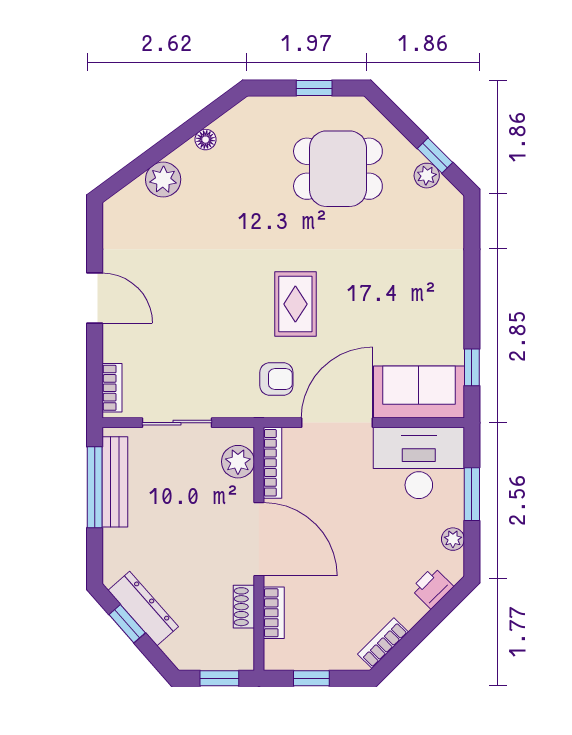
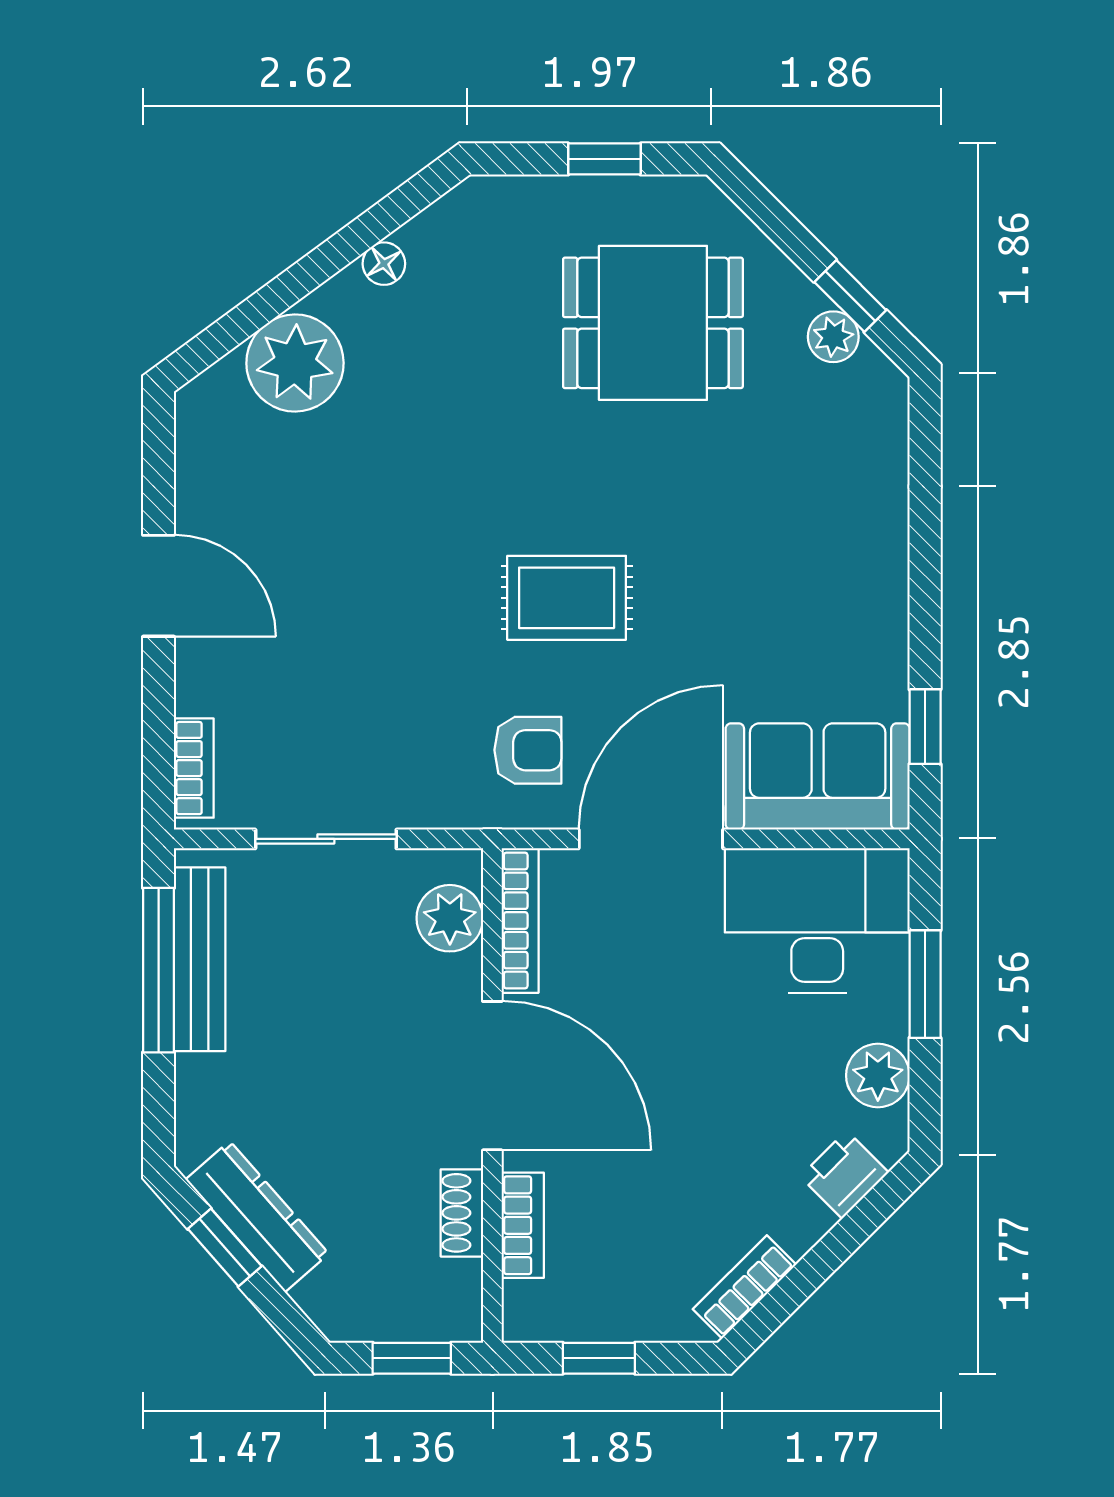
plant: (163, 180) -> (295, 363), width x1.36, depth x1.36
rug: (295, 304) -> (567, 598), turned 90
plant: (453, 539) -> (878, 1075), width x1.38, depth x1.38

